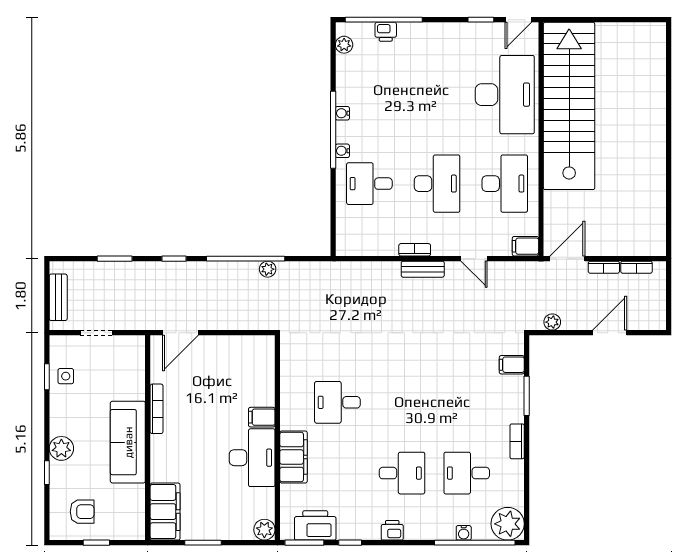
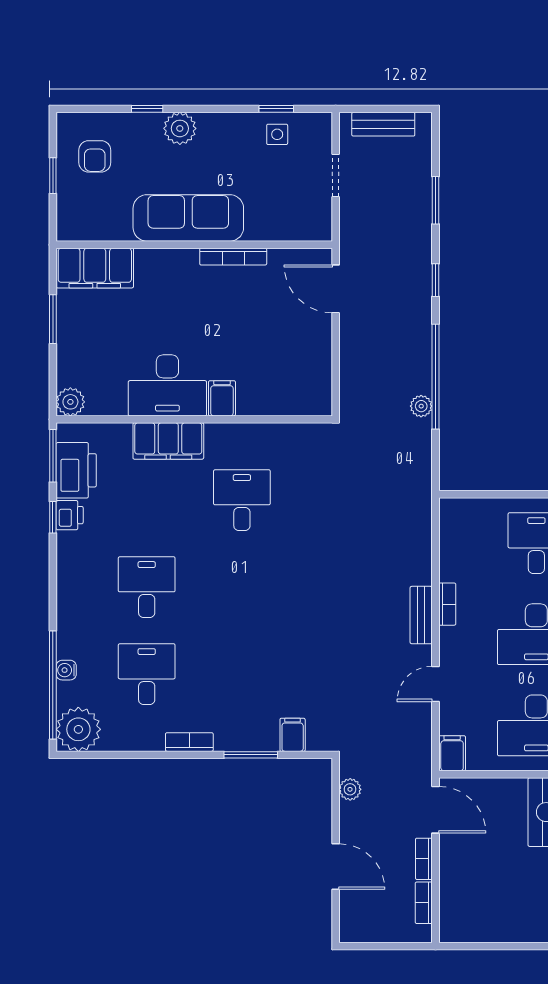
desk: (402, 473) -> (147, 587), turned 180
printer: (392, 530) -> (70, 515), moved

